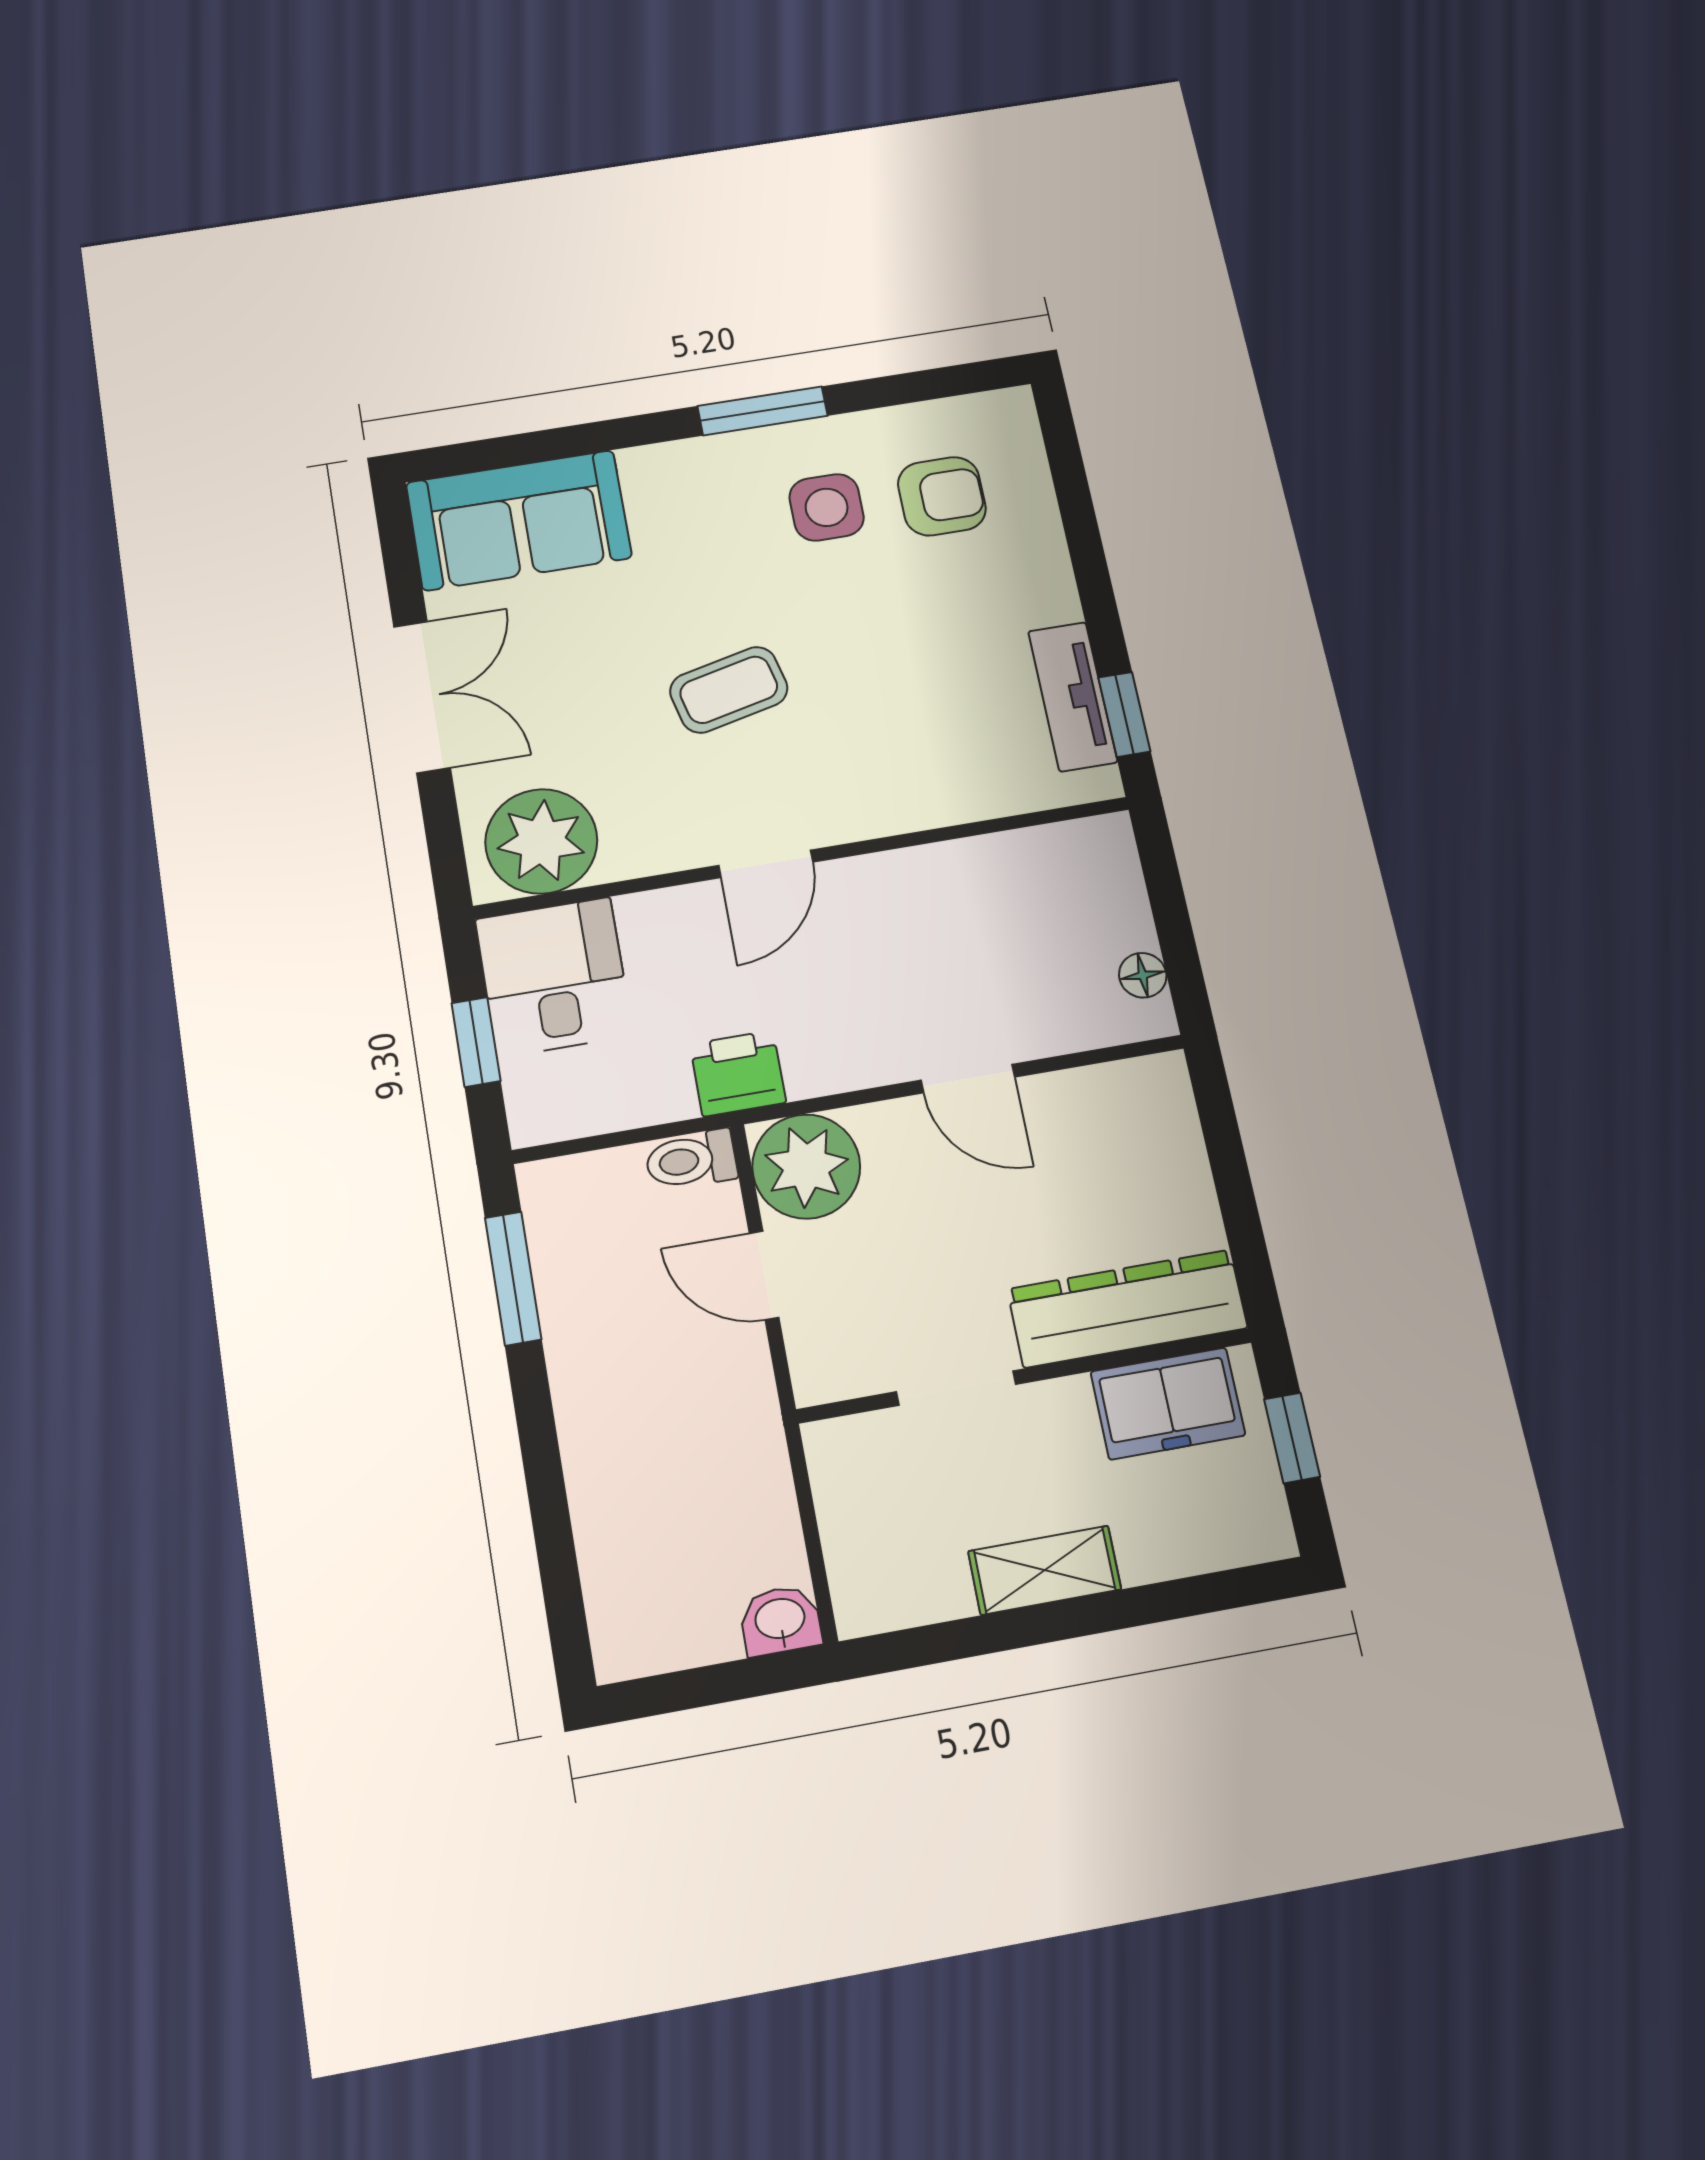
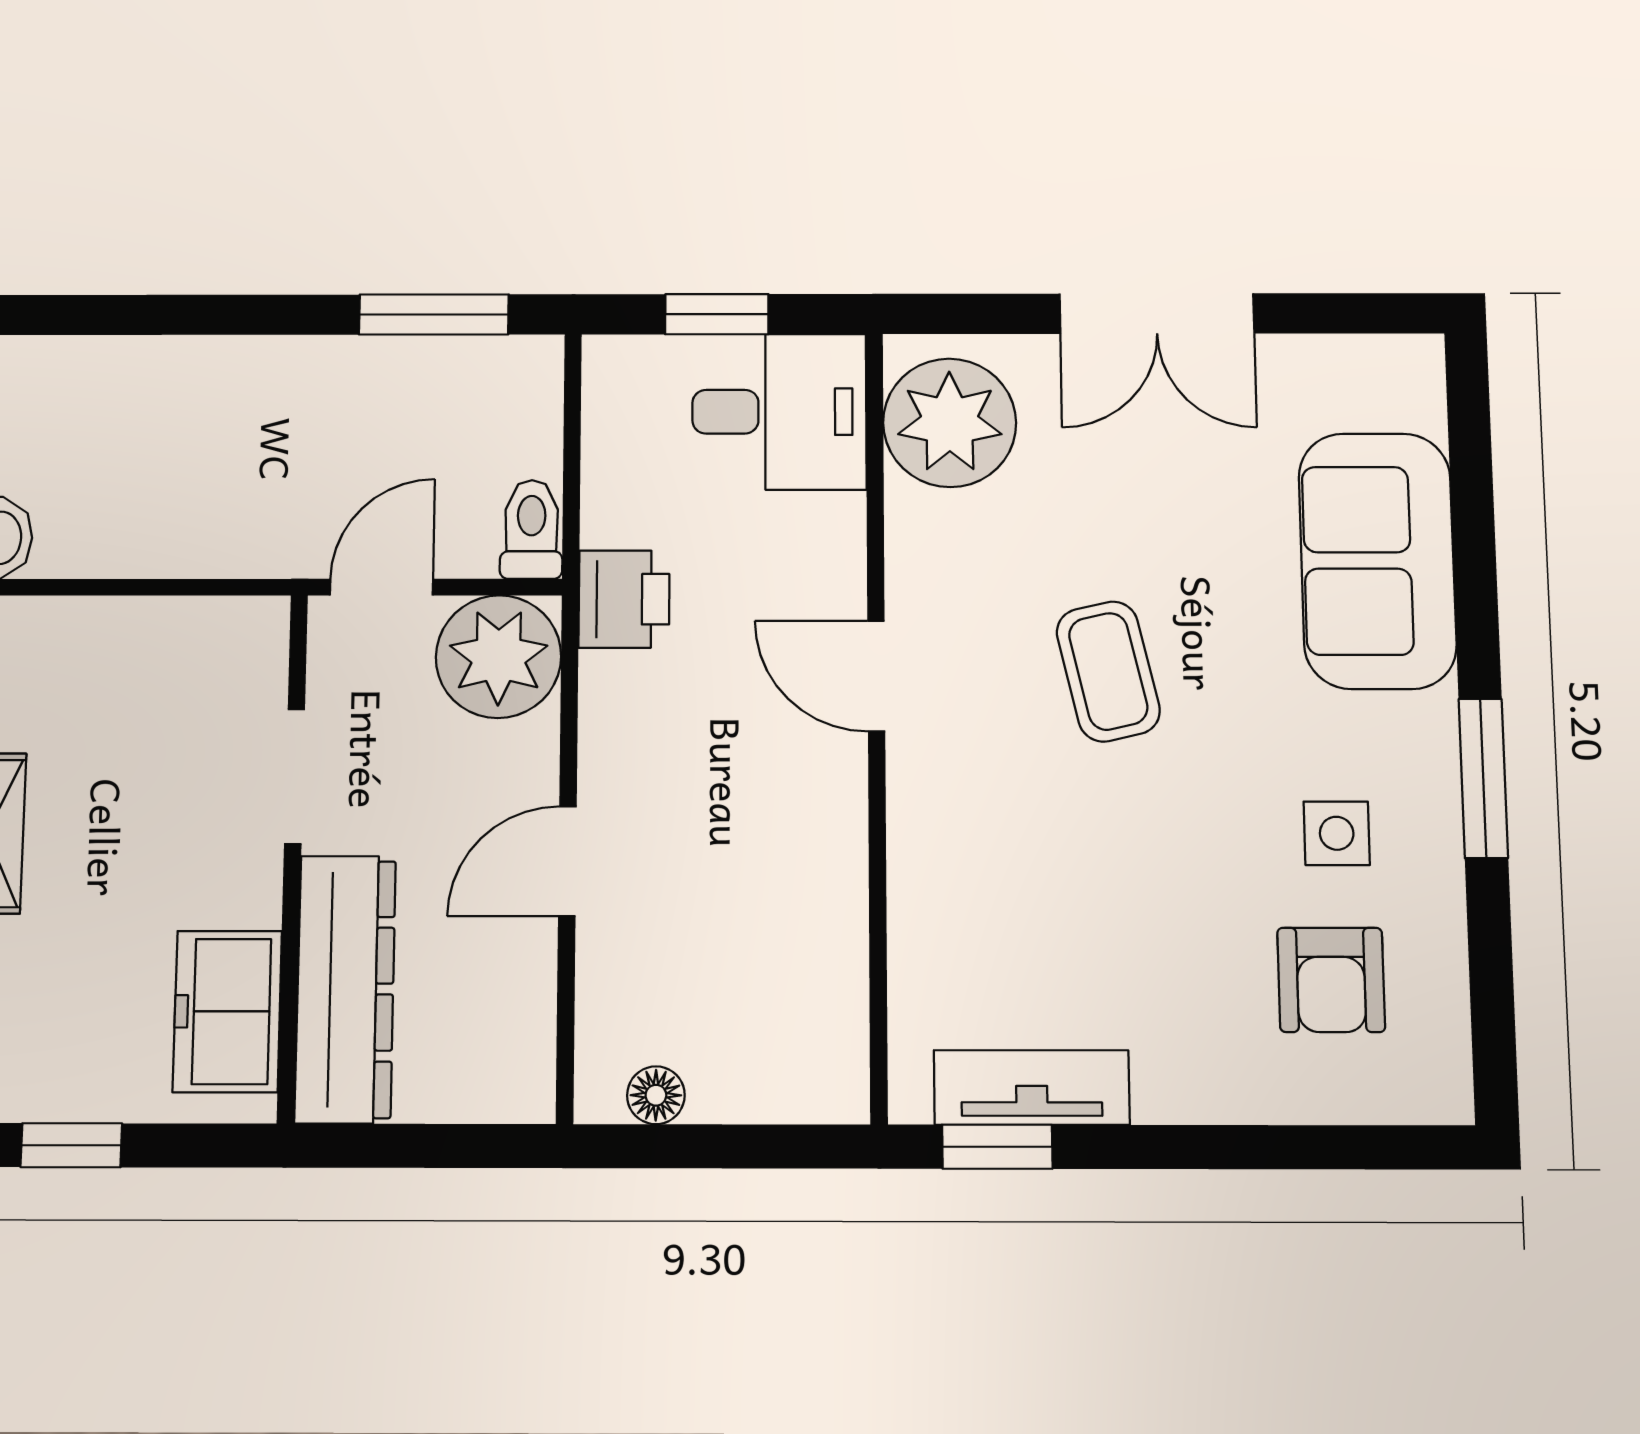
side table: (827, 507) -> (1337, 833), width x0.73, depth x0.73
sofa: (519, 520) -> (1377, 561), moved
dresser: (1127, 1309) -> (345, 989), moved
wall: (1025, 1376) -> (292, 856), moved
doorway: (956, 1388) -> (295, 776), moved
freezer: (1168, 1403) -> (227, 1011), moved

